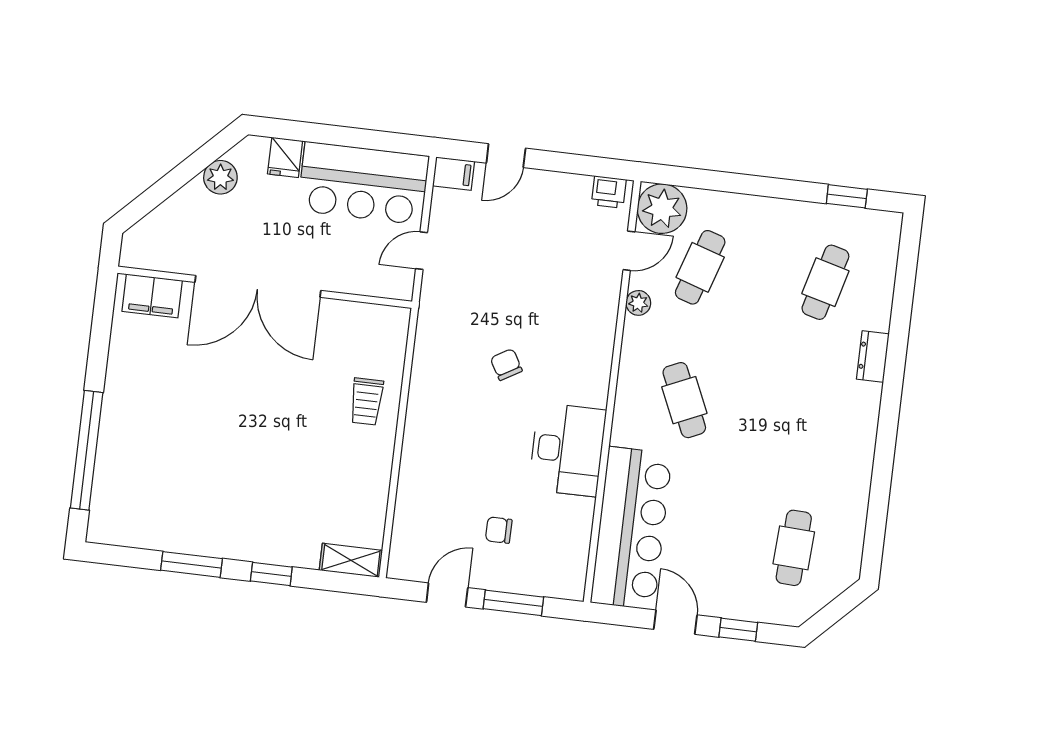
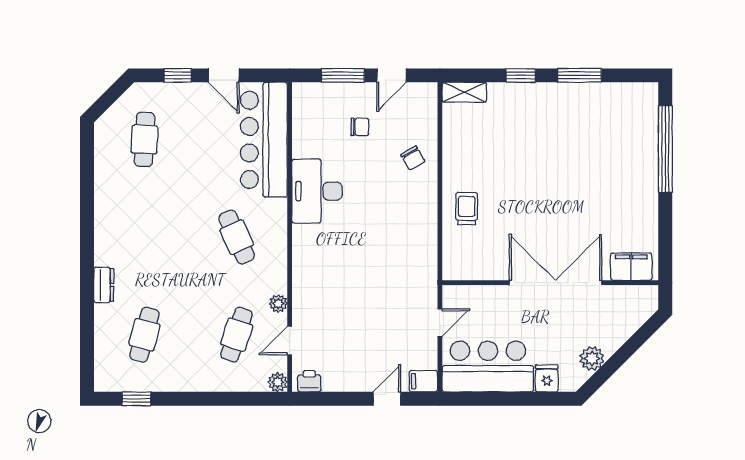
plant: (662, 209) -> (278, 382), width x0.53, depth x0.53
chair: (506, 365) -> (413, 158), moved

